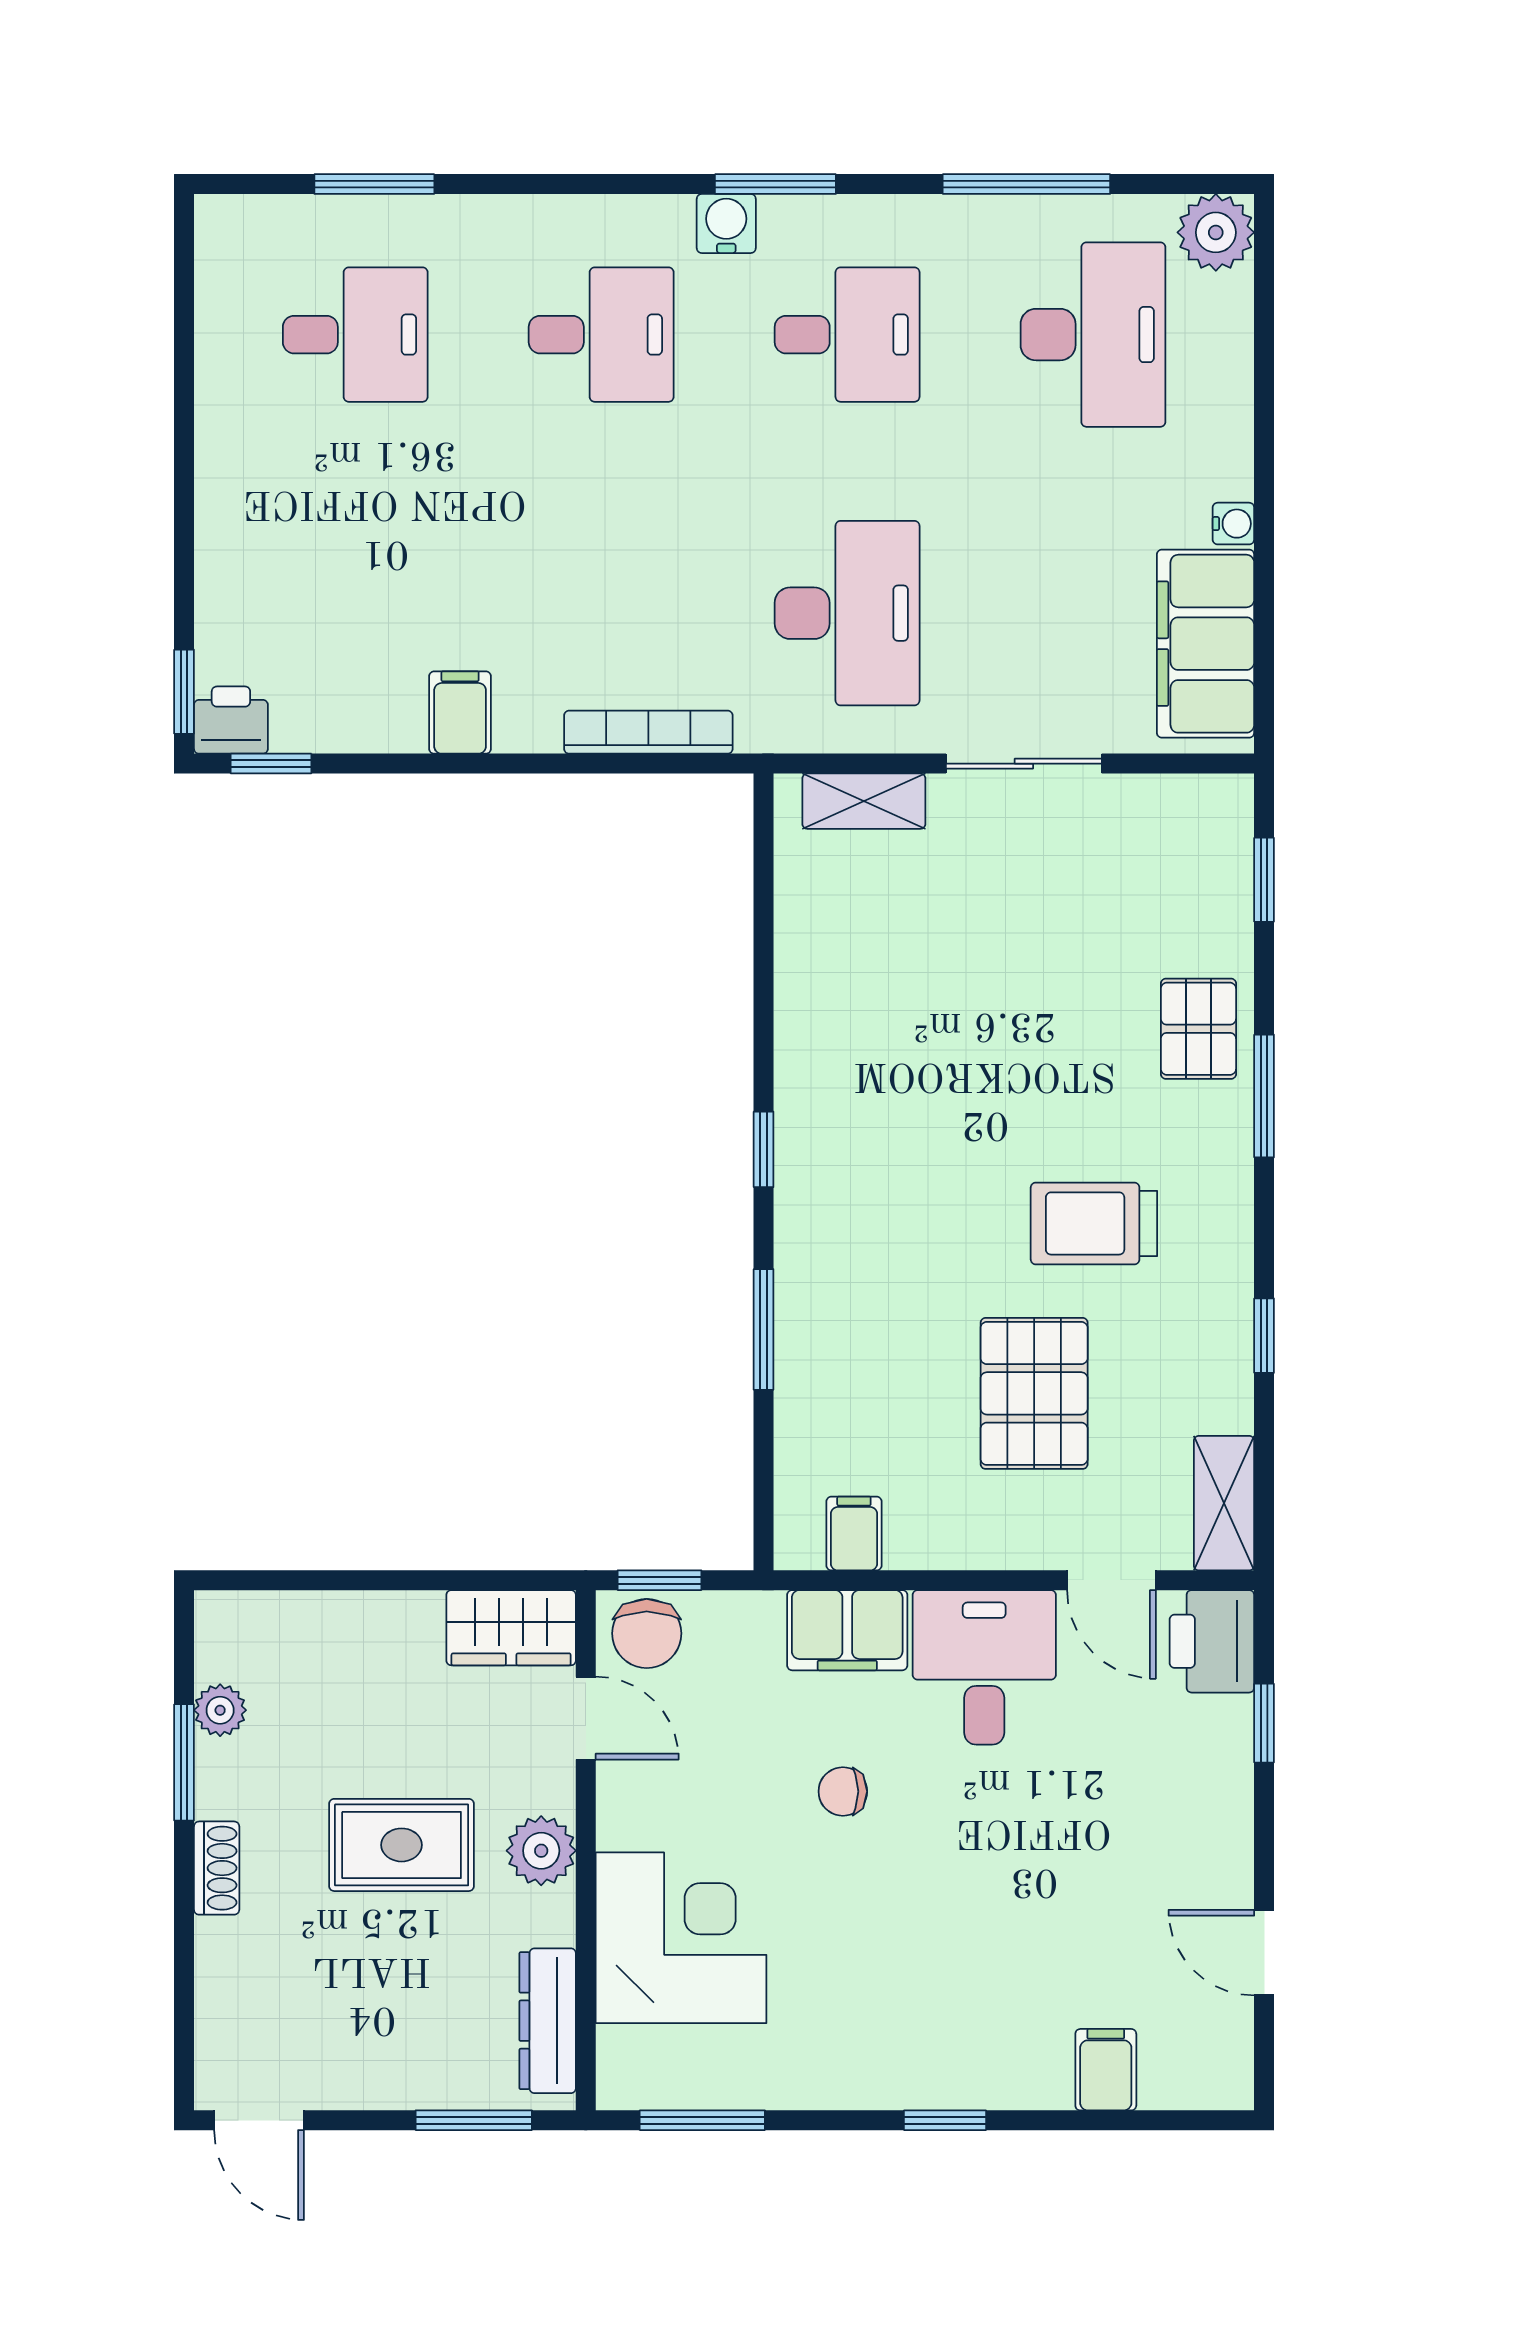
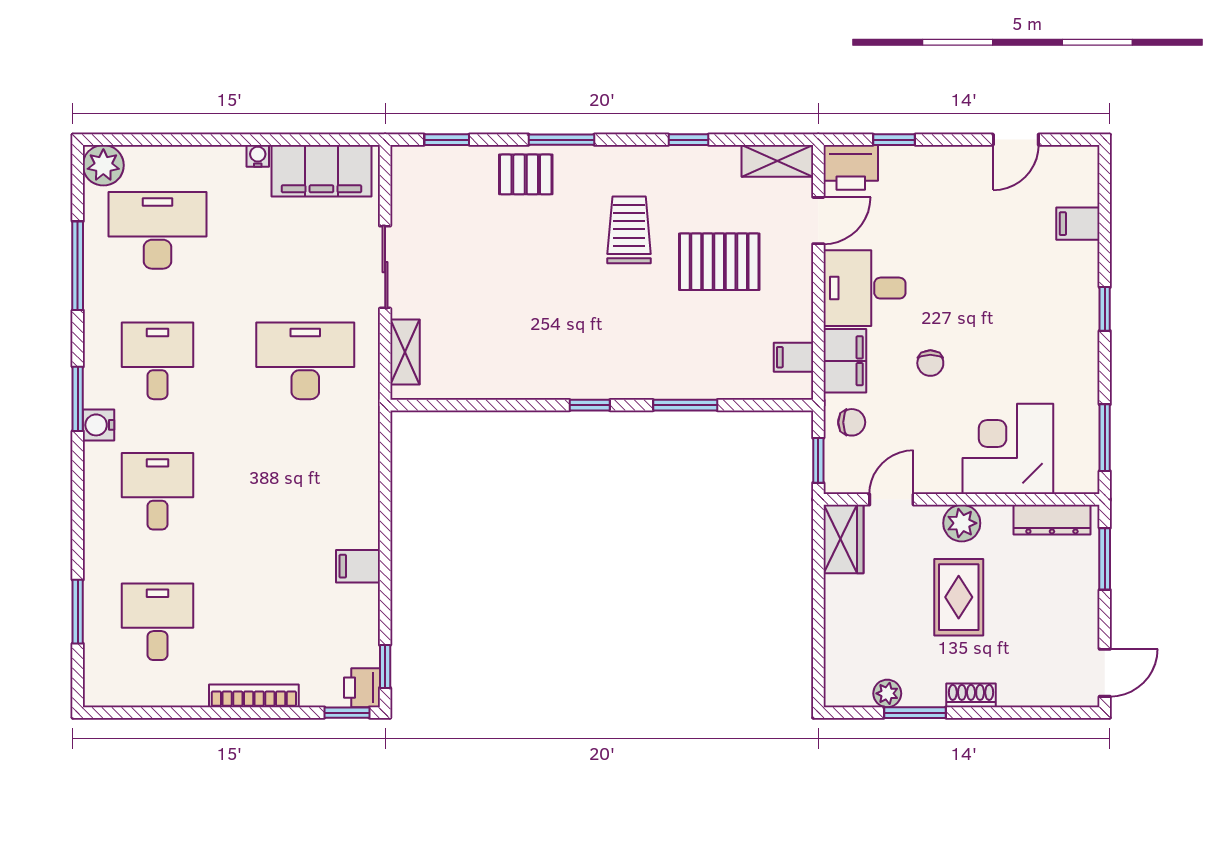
bookcase: (648, 732) -> (254, 696), moved, turned 90
trolley: (1094, 1223) -> (629, 230), turned 180
chair: (647, 1633) -> (852, 422), moved, width x0.73, depth x0.73

